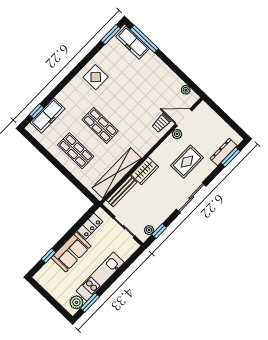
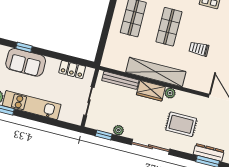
trolley: (161, 123) -> (199, 49), moved
plant: (177, 134) -> (170, 93), moved
shelving: (117, 173) -> (156, 72), moved
plant: (149, 230) -> (118, 130), moved
sofa: (71, 252) -> (26, 62), moved

